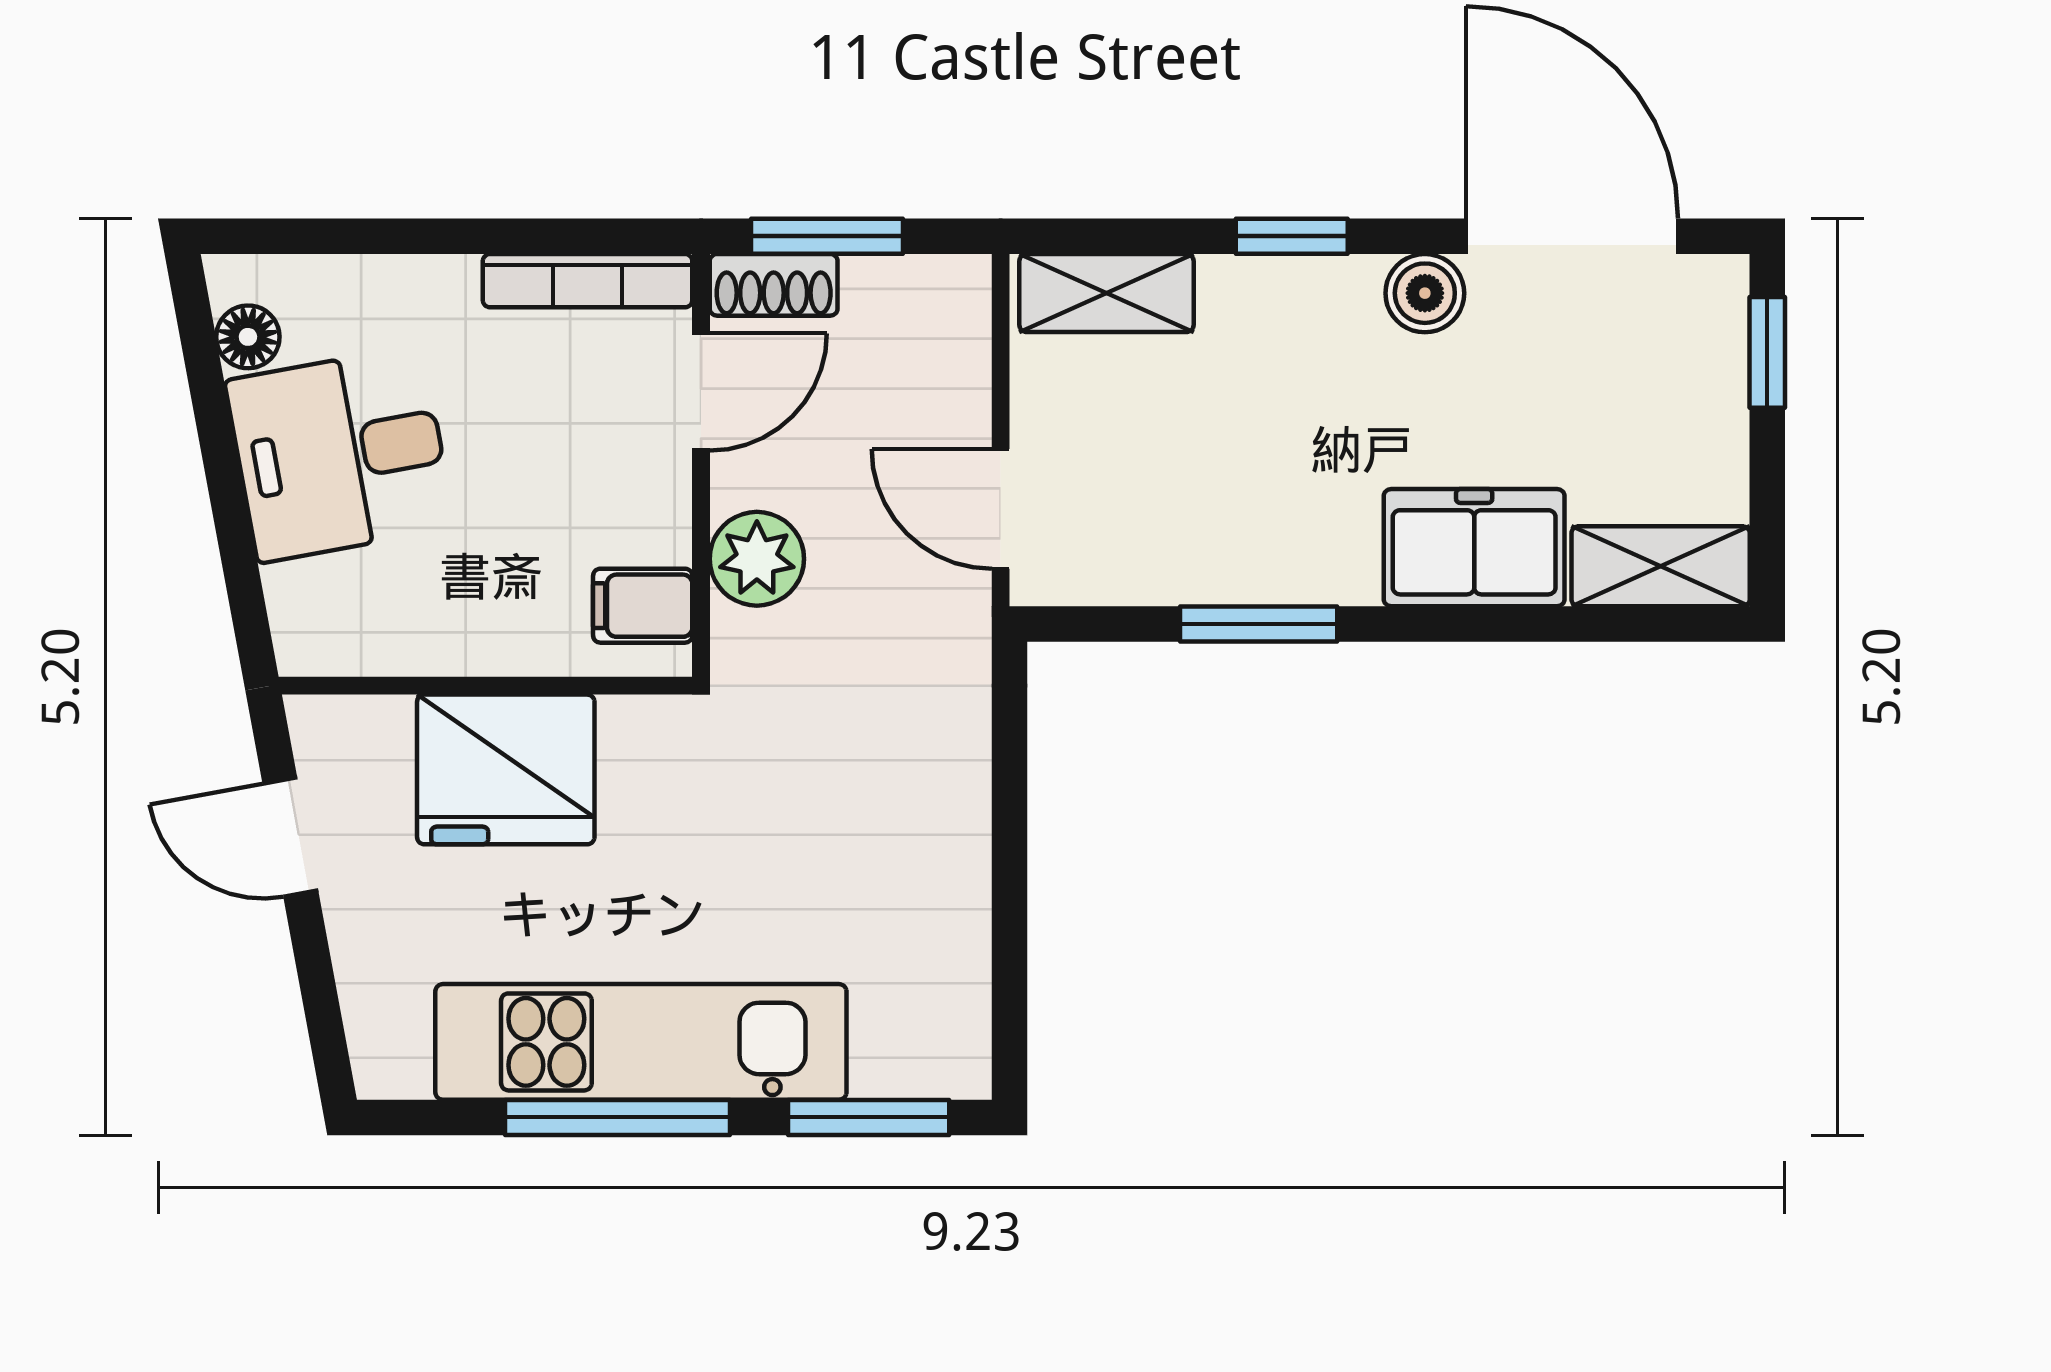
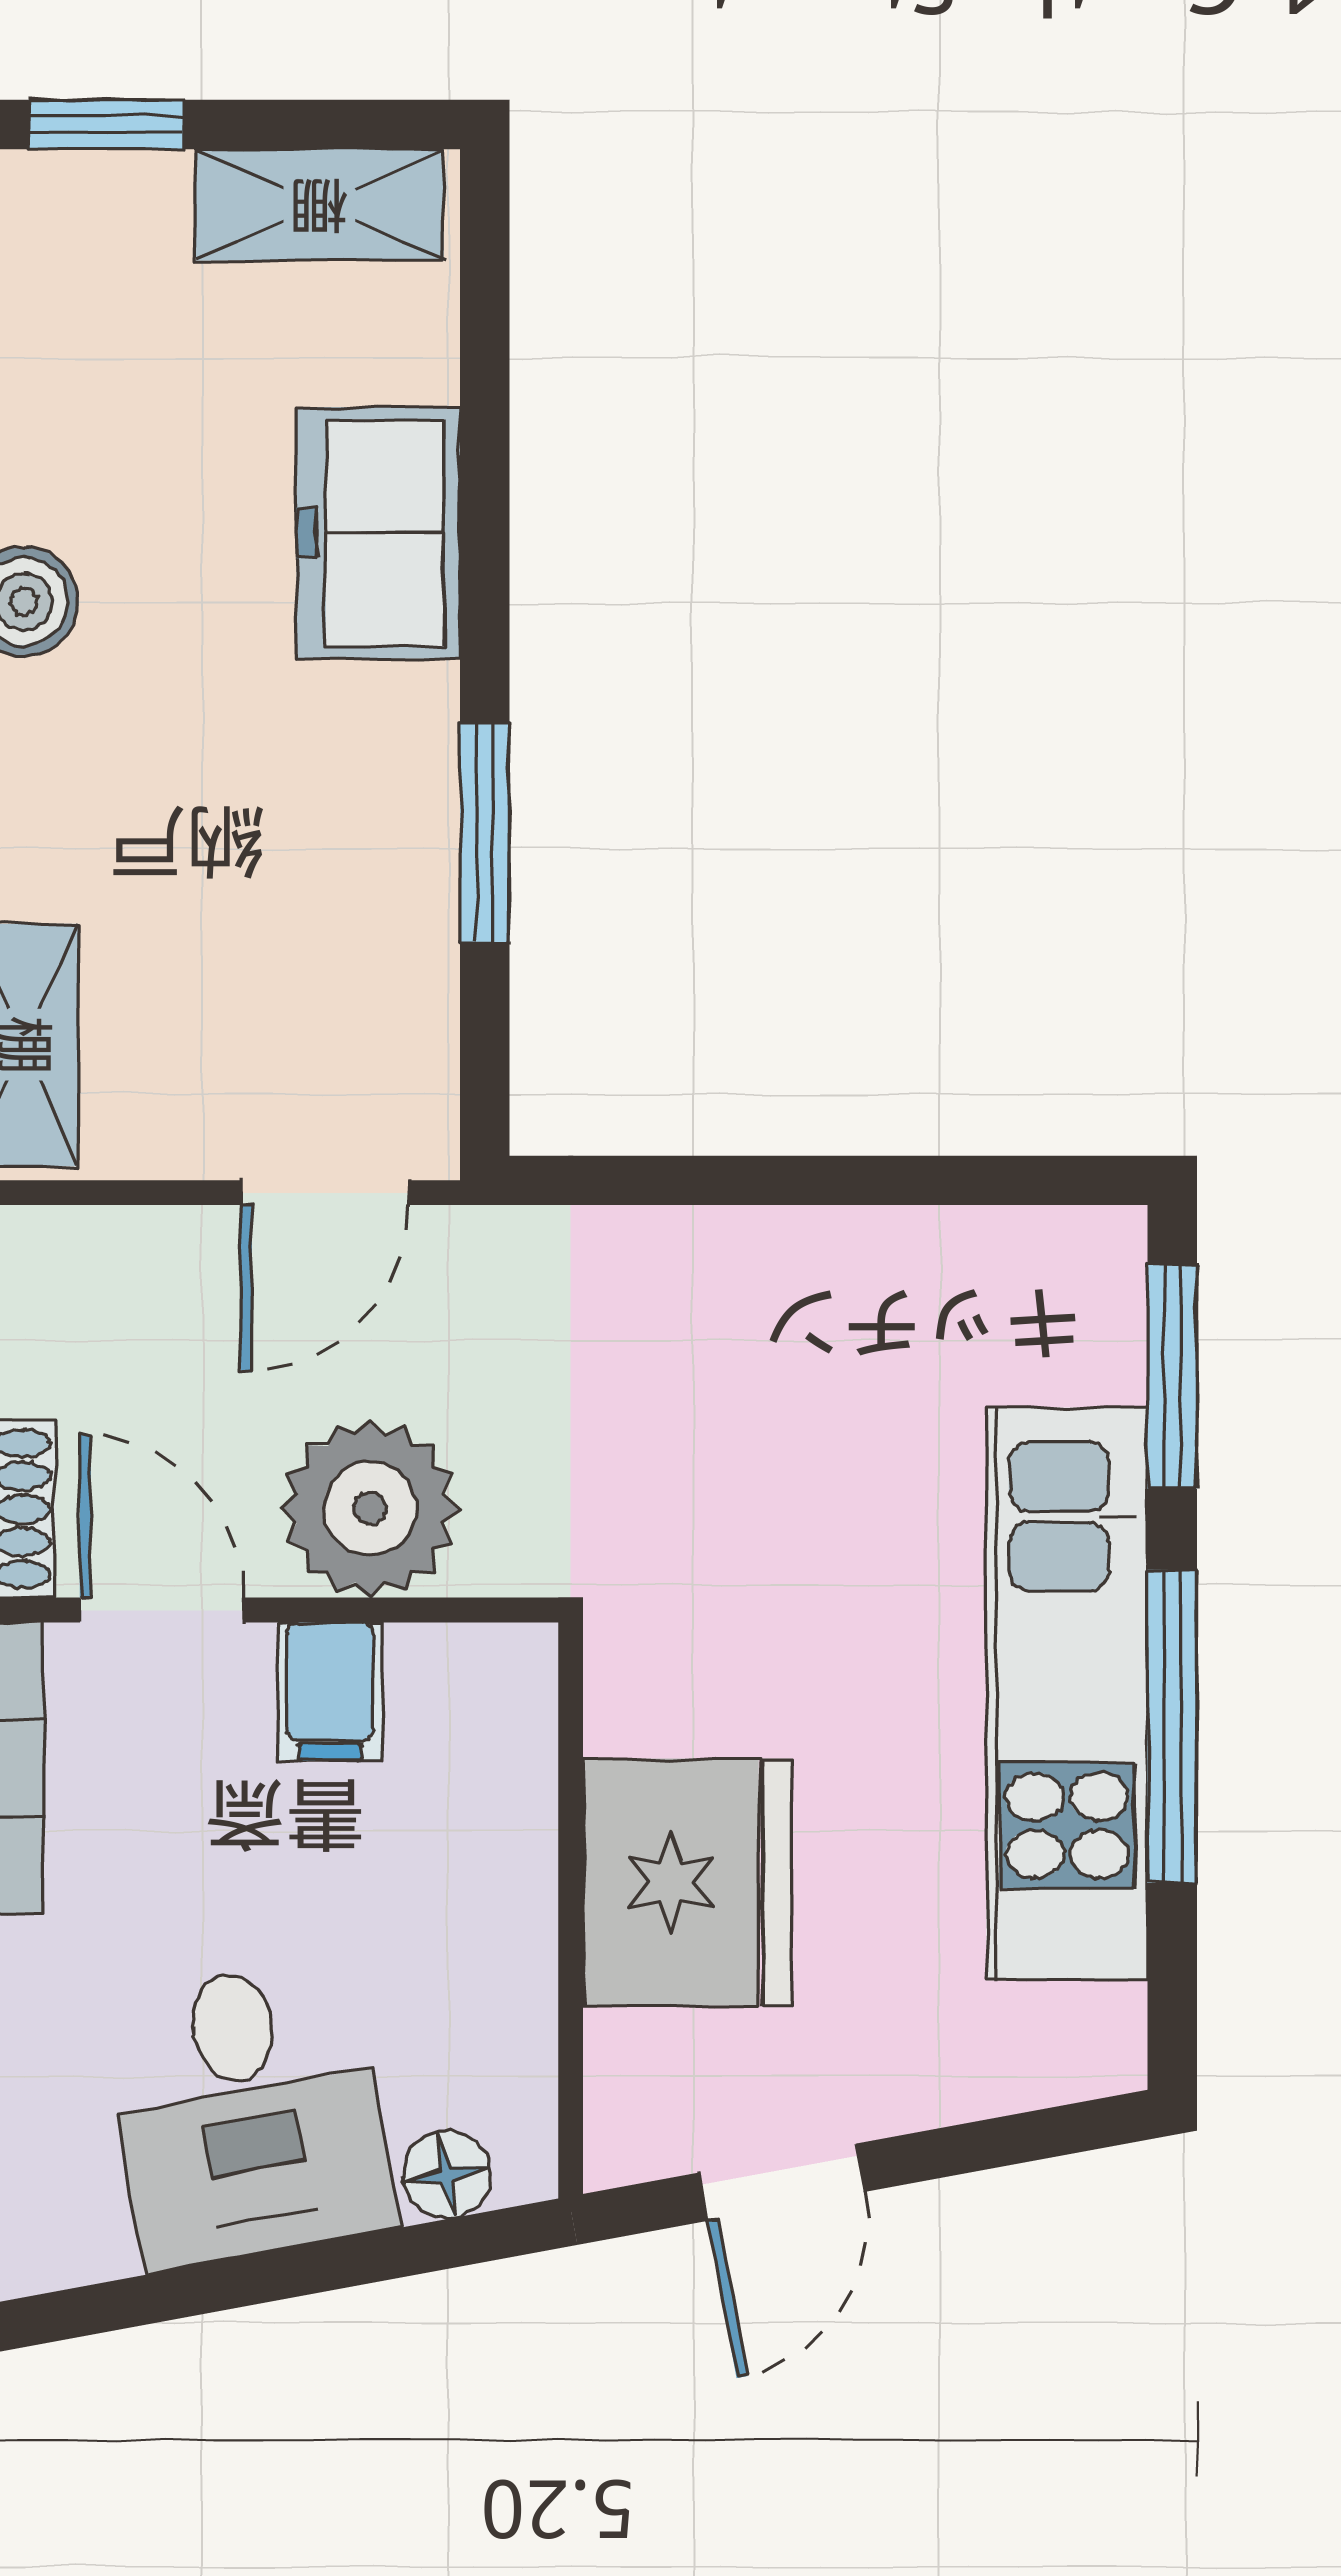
floor lamp: (248, 337) -> (446, 2175), moved
plant: (757, 559) -> (370, 1508), width x1.36, depth x1.36
shelving: (1661, 566) -> (319, 205), moved, turned 90
filing cabinet: (643, 606) -> (330, 1691), moved

